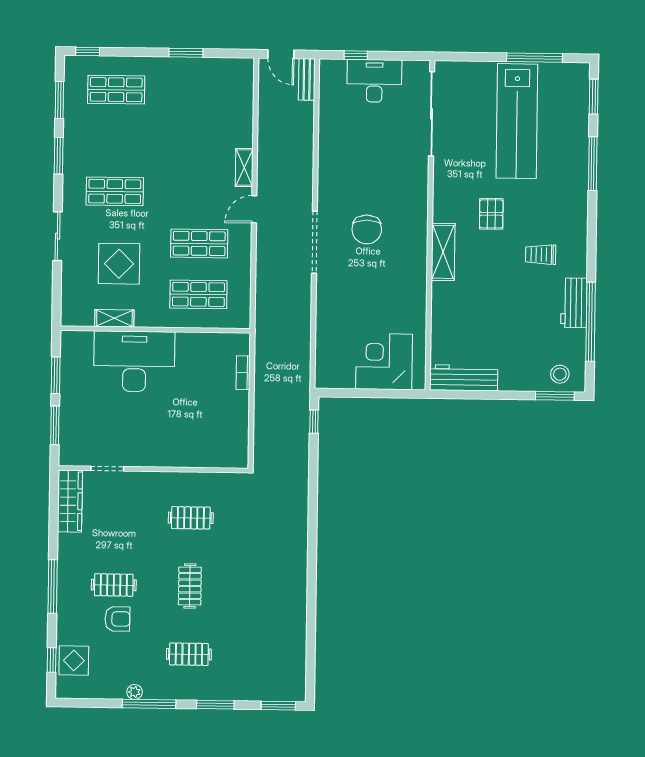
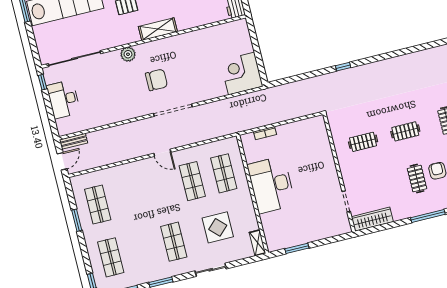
window: (356, 55) -> (42, 82), moved
shop shelf: (201, 91) -> (98, 205), added
shelving: (244, 168) -> (138, 166), removed
plant: (417, 197) -> (128, 54), added
shelving: (114, 318) -> (258, 243), moved
desk: (134, 361) -> (271, 185), moved
corner desk: (384, 362) -> (242, 73), moved, turned 90
window: (314, 422) -> (343, 67), moved
window: (55, 425) -> (328, 241), removed
clothes rail: (191, 518) -> (363, 142), turned 90

